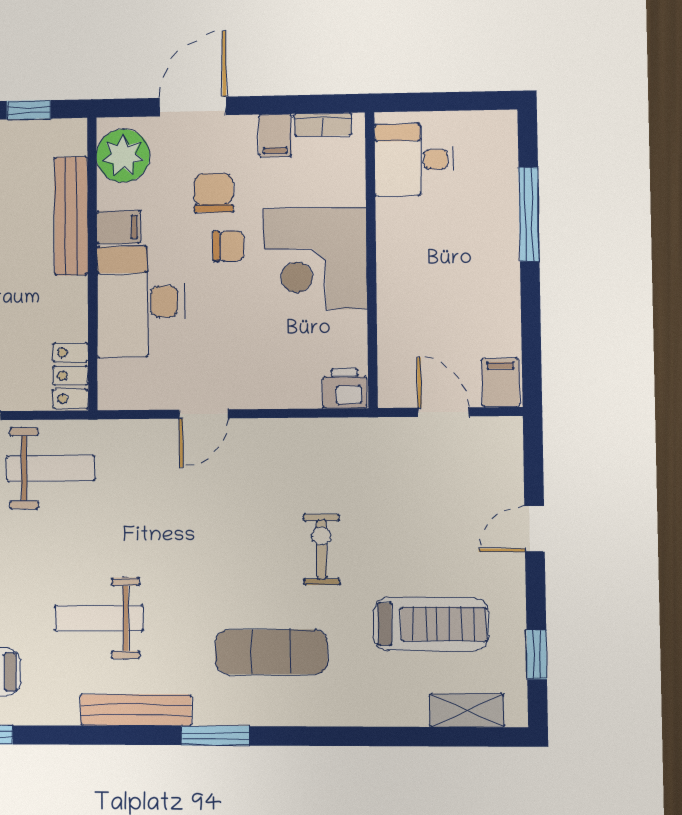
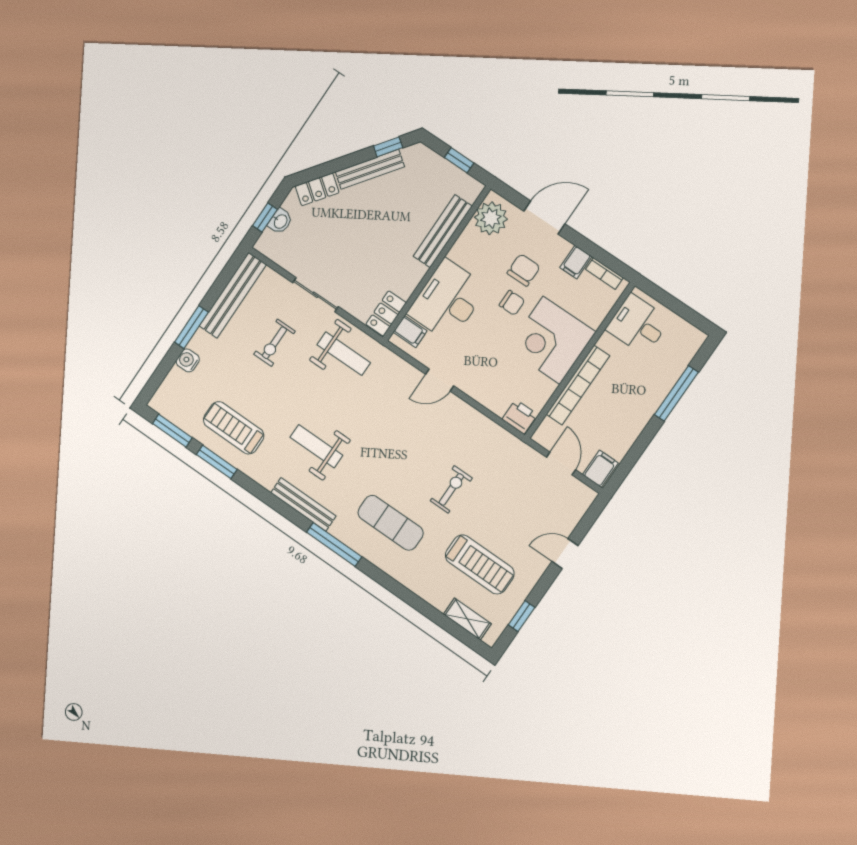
filing cabinet: (119, 227) -> (410, 332), moved
bookcase: (392, 293) -> (578, 385), added
window: (215, 736) -> (334, 545), width x1.44

